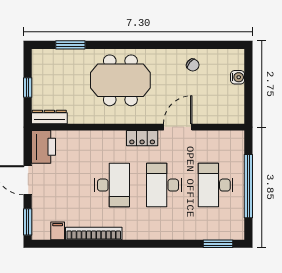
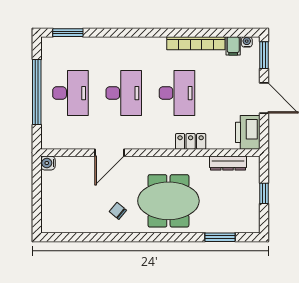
chair: (193, 65) -> (118, 211), moved
water cooler: (238, 77) -> (48, 163), moved
dresser: (49, 117) -> (228, 163), moved
locker: (142, 138) -> (191, 141), moved
desk: (112, 185) -> (177, 93), turned 180
water cooler: (44, 235) -> (247, 42), added

